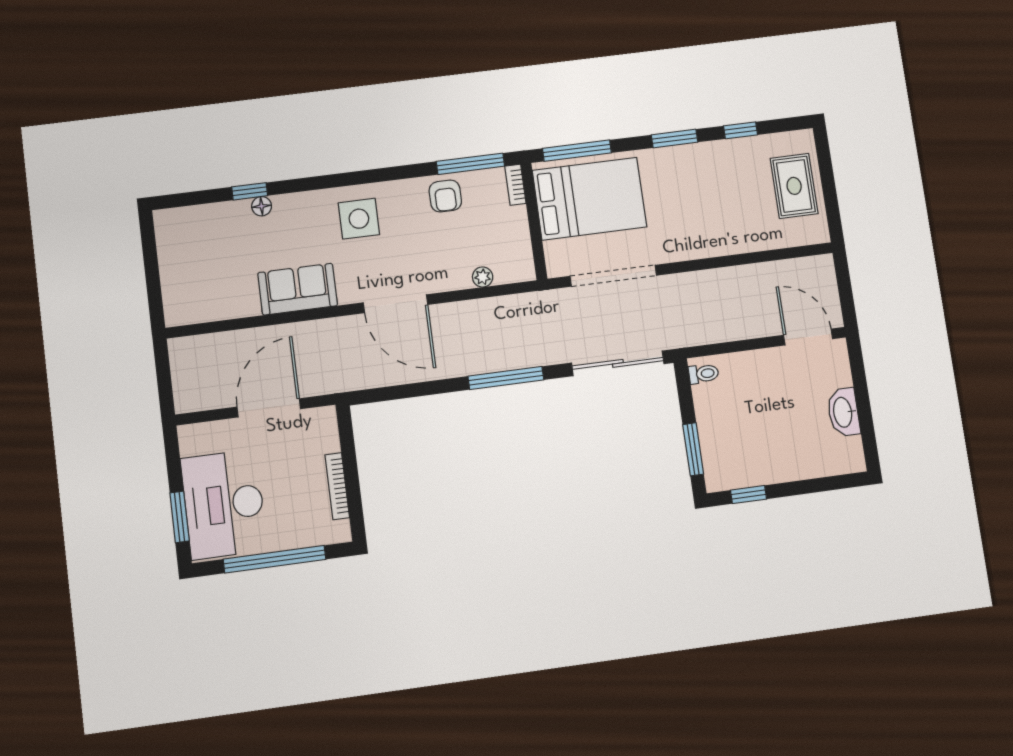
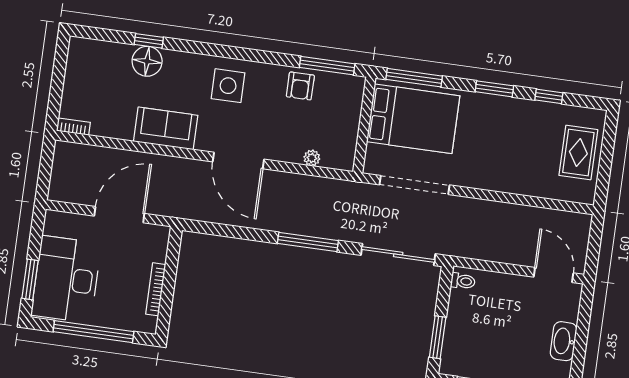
bookcase: (515, 185) -> (73, 127), moved, turned 90
floor lamp: (262, 206) -> (147, 61), width x1.89, depth x1.89

